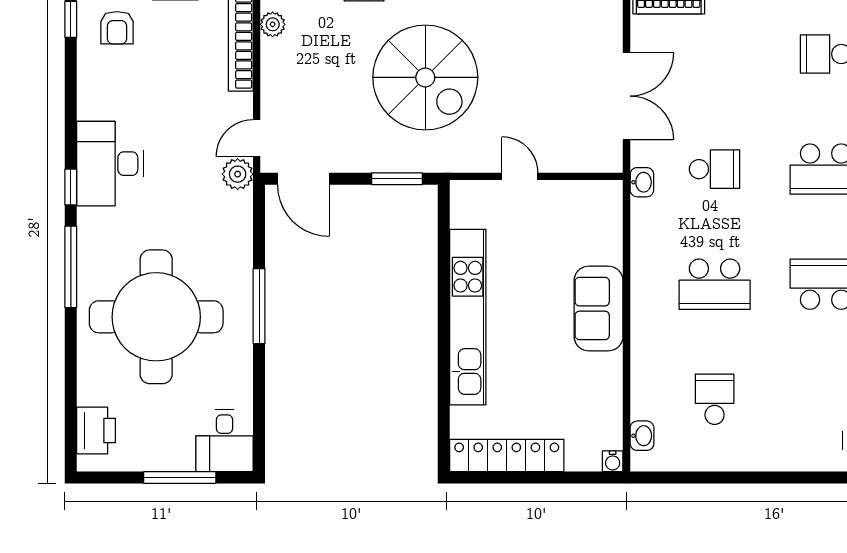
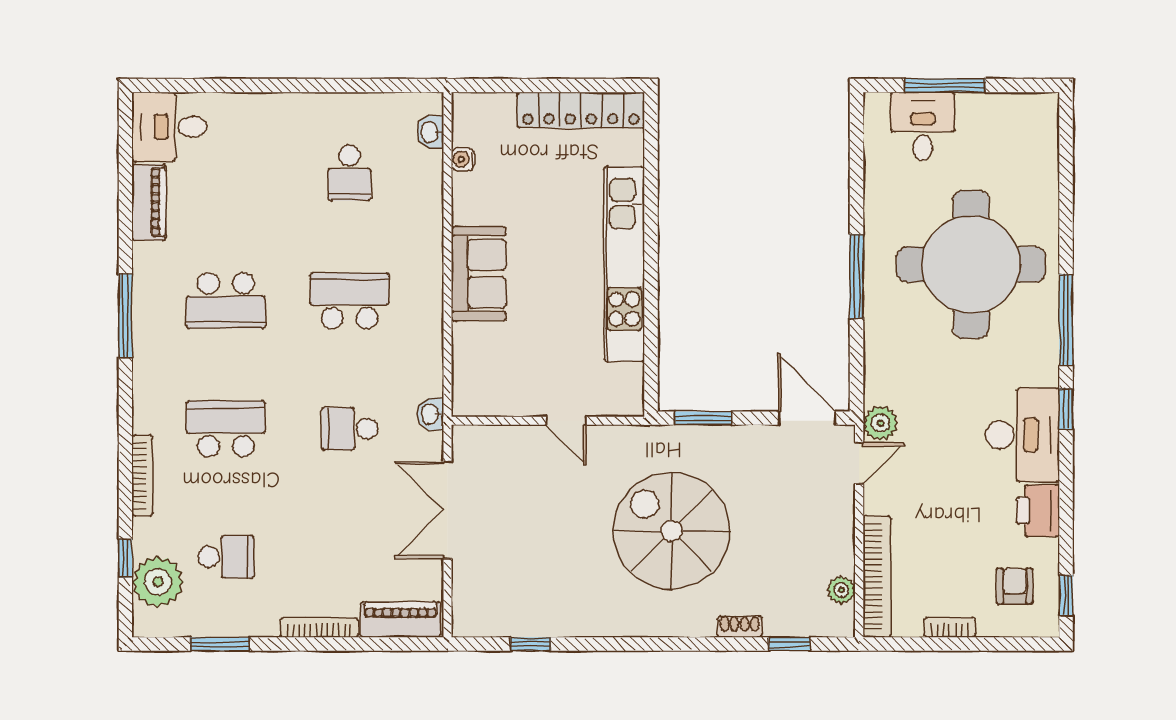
printer: (96, 431) -> (1038, 511), moved
desk: (224, 441) -> (923, 126), moved
water cooler: (613, 461) -> (463, 159), moved, turned -90

